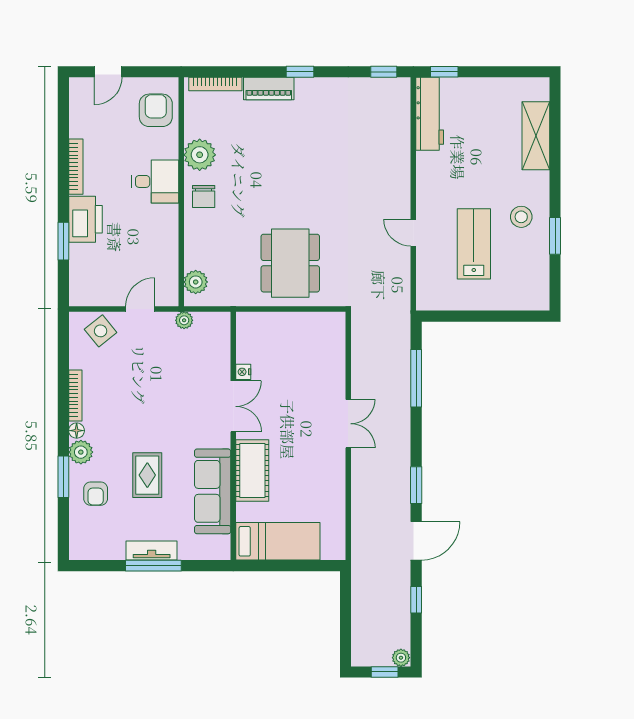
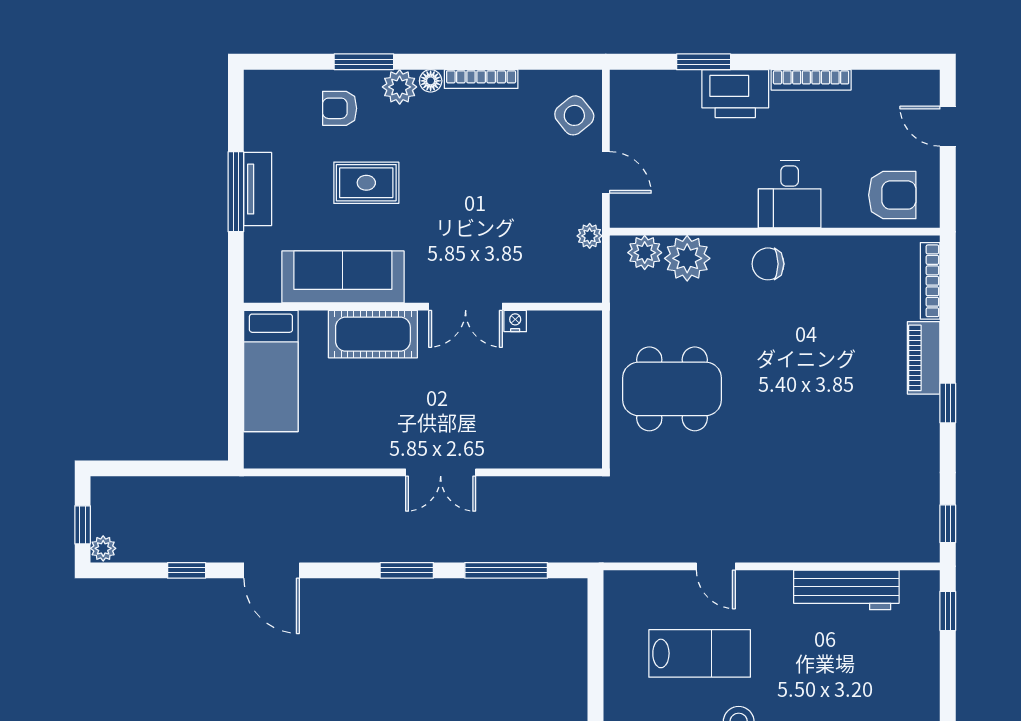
workbench: (430, 114) -> (846, 590), moved
plant: (200, 155) -> (687, 258), moved
door: (413, 233) -> (716, 566), swing flipped
window: (416, 485) -> (407, 570), moved

